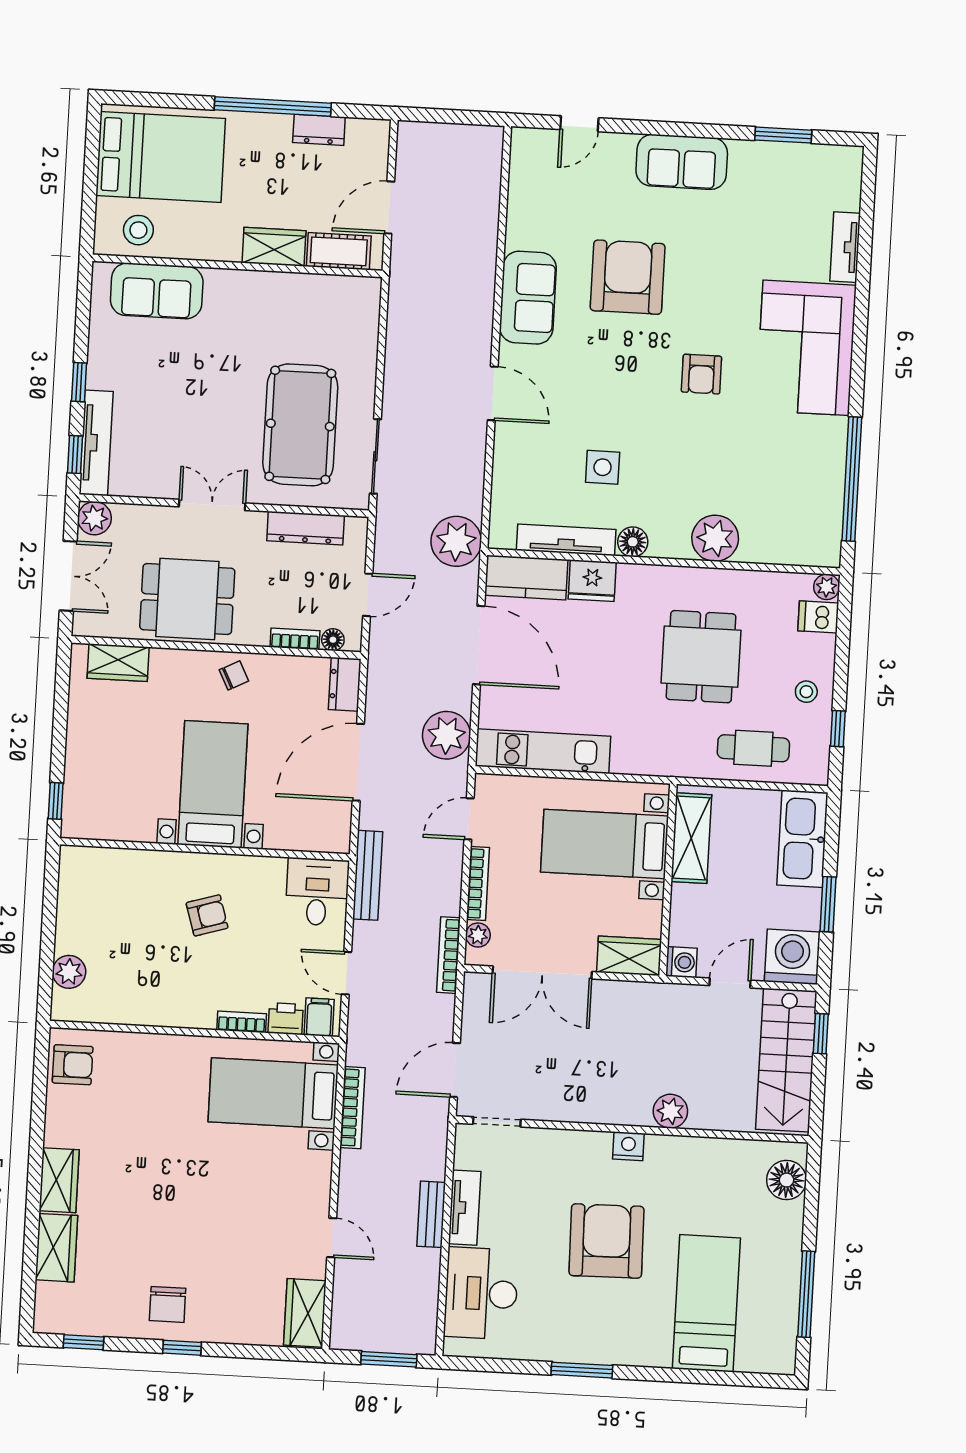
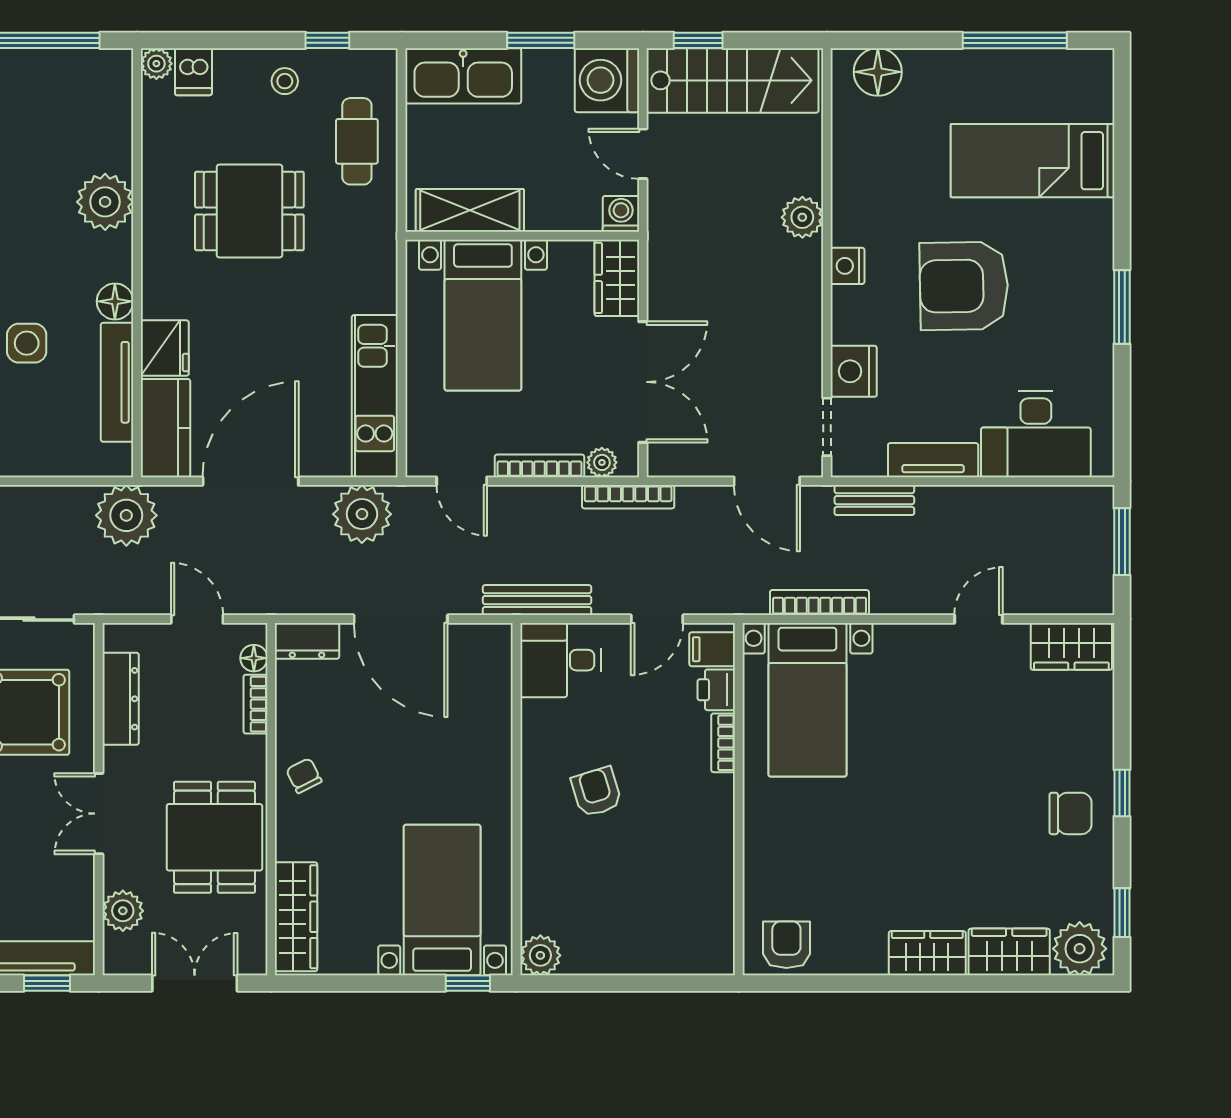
plant: (95, 518) -> (123, 911), moved
wardrobe: (118, 663) -> (296, 917), width x1.50
bed with nightstands: (213, 784) -> (442, 900), moved, turned 90
plant: (69, 972) -> (540, 955), moved
nightstand: (541, 1146) -> (854, 371), added
bench: (431, 1214) -> (874, 500), moved
plant: (56, 1306) -> (1080, 949), added

